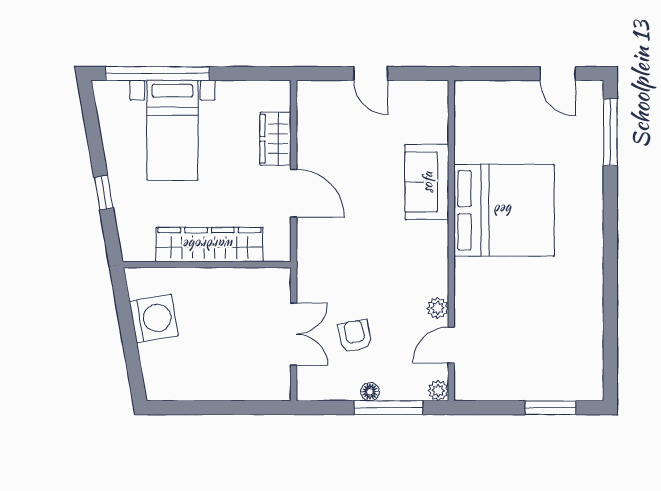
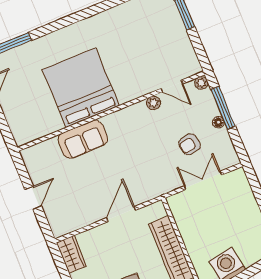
wardrobe: (275, 139) -> (71, 254), moved, turned -90

